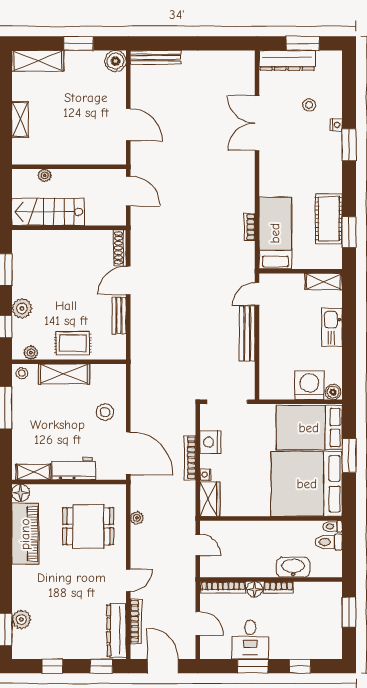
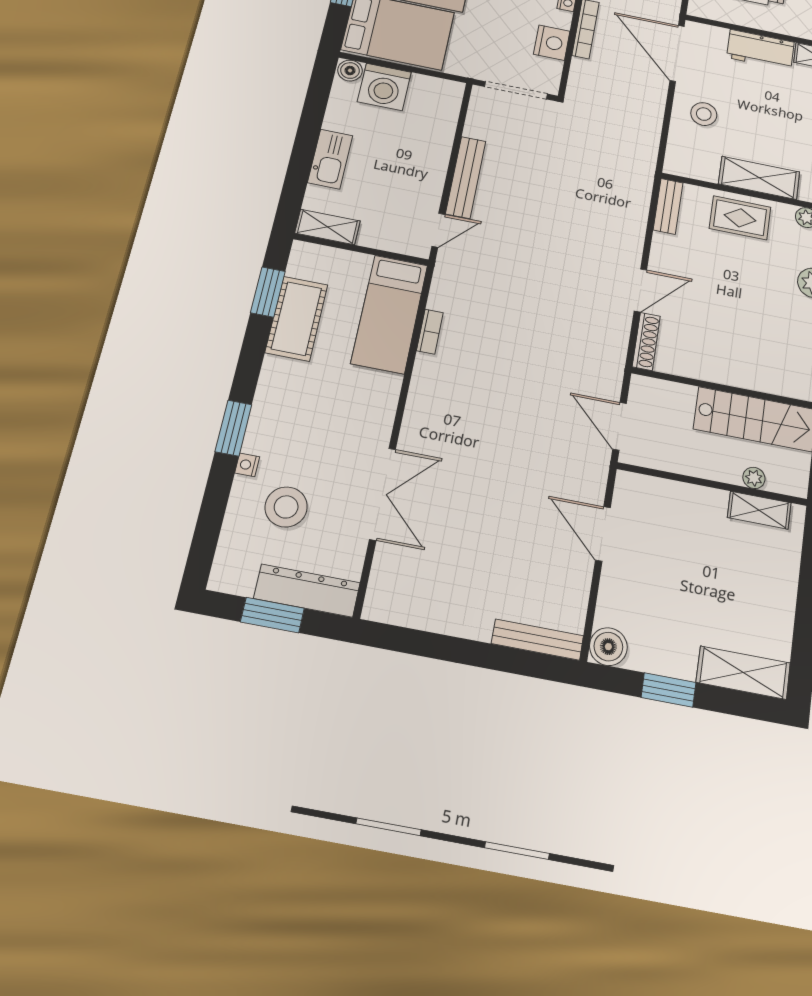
stool: (309, 105) -> (286, 507), width x1.89, depth x1.89
shelving: (20, 119) -> (759, 510), moved, turned 90
bench: (119, 316) -> (668, 206), moved

